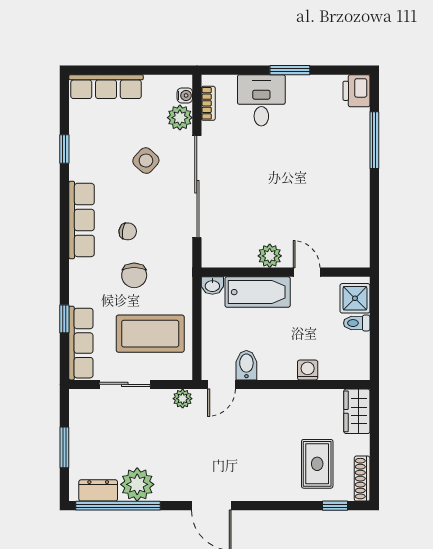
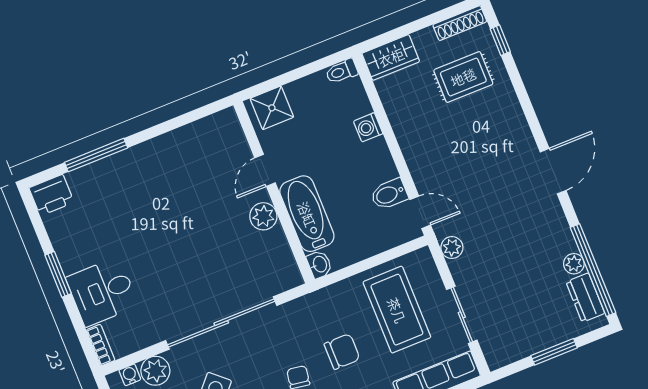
bookcase: (208, 103) -> (101, 345), moved, turned 90
toilet: (357, 323) -> (342, 71), moved, turned 90
plant: (137, 484) -> (574, 264), width x0.53, depth x0.53

